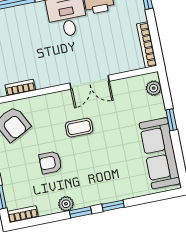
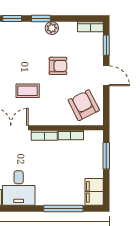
bookcase: (50, 81) -> (44, 135), added

